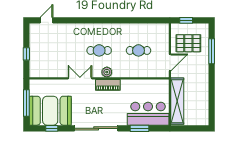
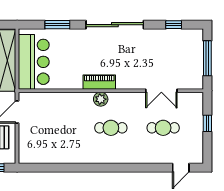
cafe table: (139, 50) -> (163, 128), moved
double door: (80, 78) -> (161, 91), moved
booth: (50, 111) -> (176, 48), removed
bar counter: (148, 114) -> (34, 62), moved, turned -90

